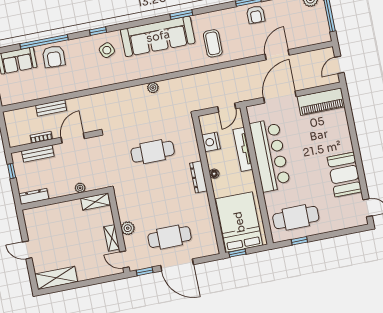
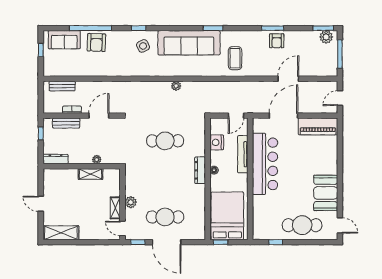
bench: (51, 108) -> (62, 86), moved
shelving: (95, 202) -> (91, 174), moved
cafe table: (296, 217) -> (302, 225), moved

